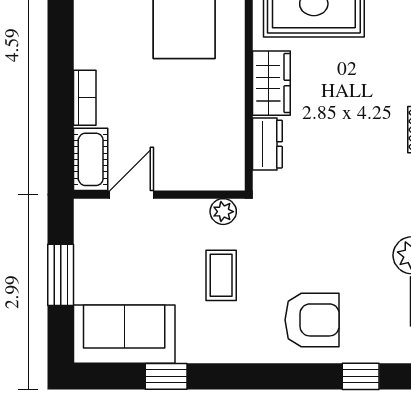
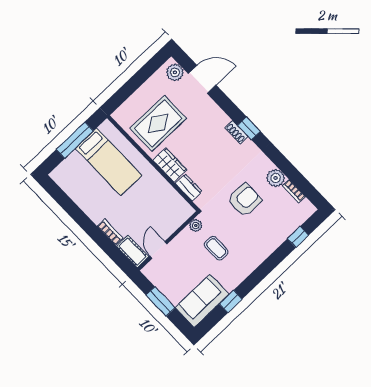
armchair: (312, 320) -> (245, 200), moved

